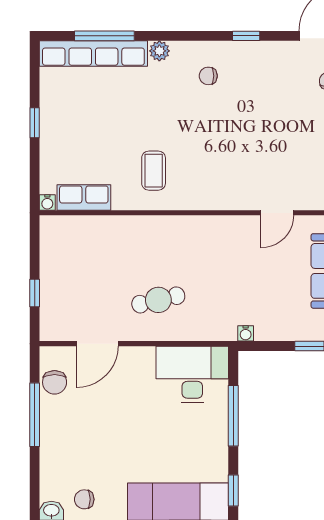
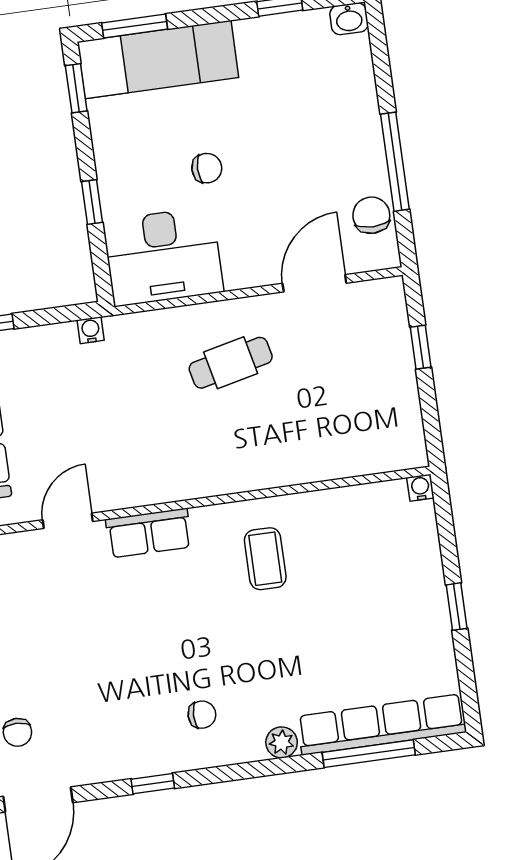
row of seats: (84, 198) -> (149, 533), moved
window: (233, 416) -> (92, 202), width x0.46
chair: (84, 499) -> (207, 168), moved

